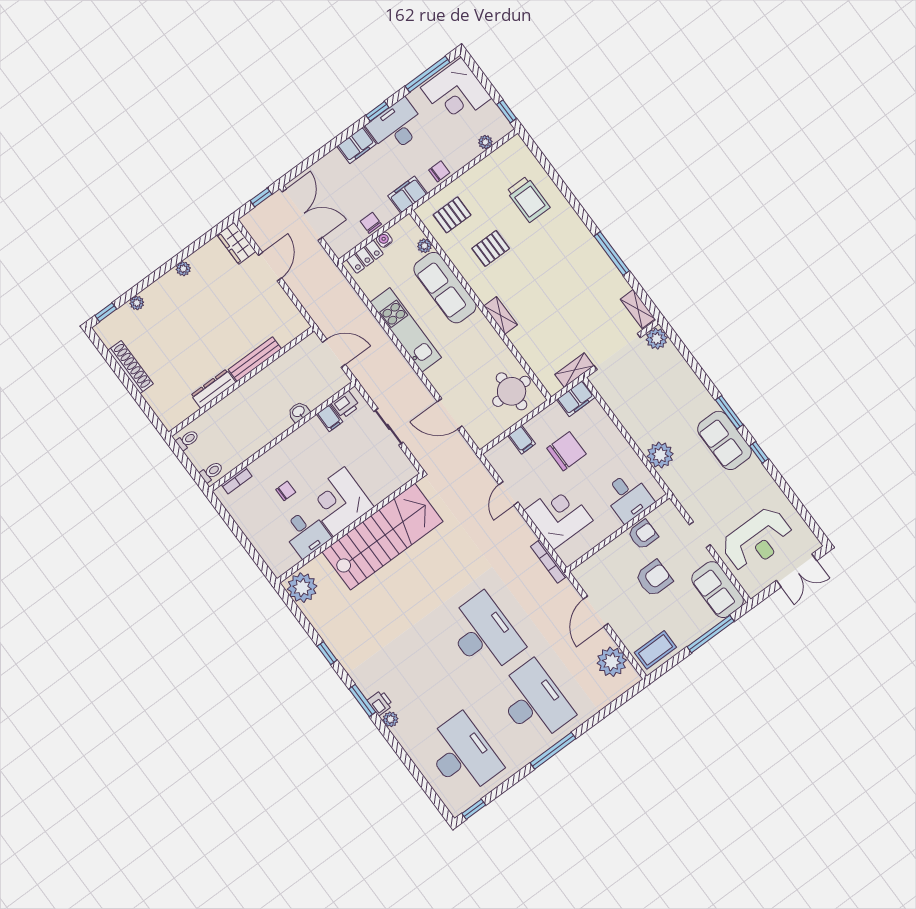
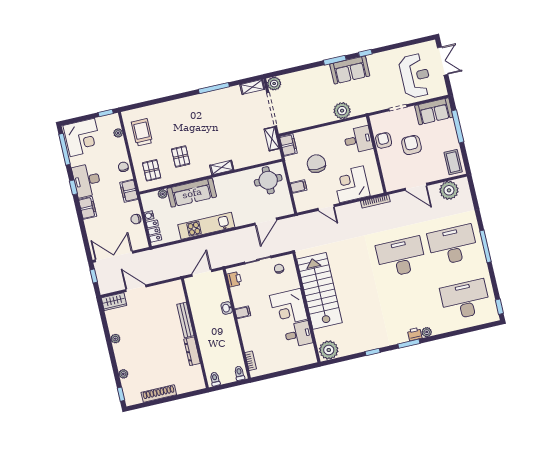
trolley: (528, 199) -> (142, 132), moved, turned -90
filing cabinet: (330, 418) -> (243, 312), moved
chair: (286, 491) -> (279, 269), moved

